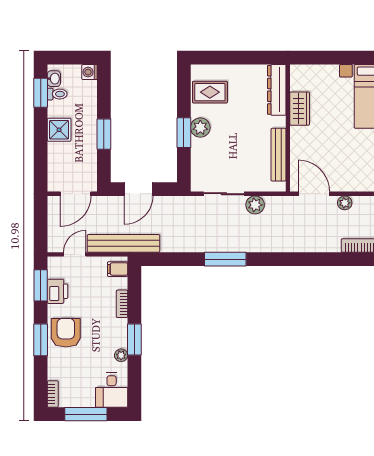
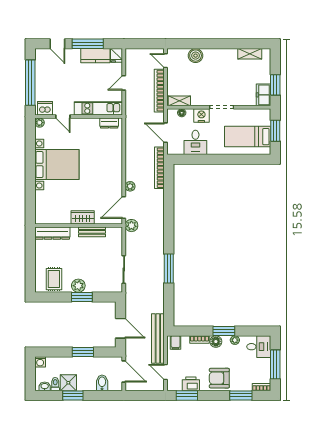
window: (41, 93) -> (73, 395), moved
wardrobe: (300, 109) -> (83, 217), moved
shower: (59, 130) -> (68, 383), moved
bench: (278, 155) -> (92, 232), width x0.73
bidet: (59, 162) -> (102, 383), added
plant: (255, 205) -> (131, 226), moved
floor lamp: (119, 328) -> (216, 342), added
window: (41, 340) -> (241, 395), moved

